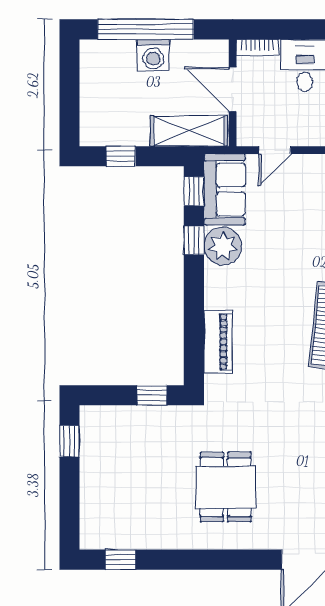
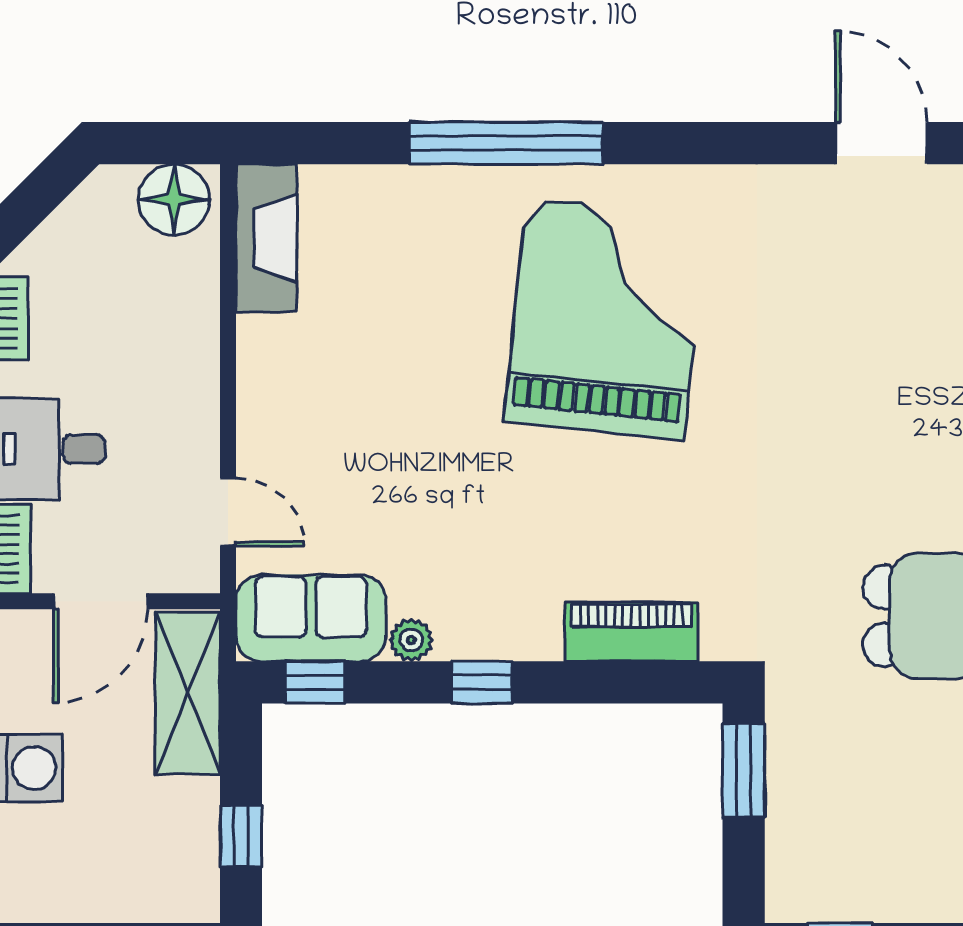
window: (194, 240) -> (482, 682), moved
plant: (223, 246) -> (411, 640), width x0.53, depth x0.53
window: (152, 395) -> (744, 770), width x1.50

